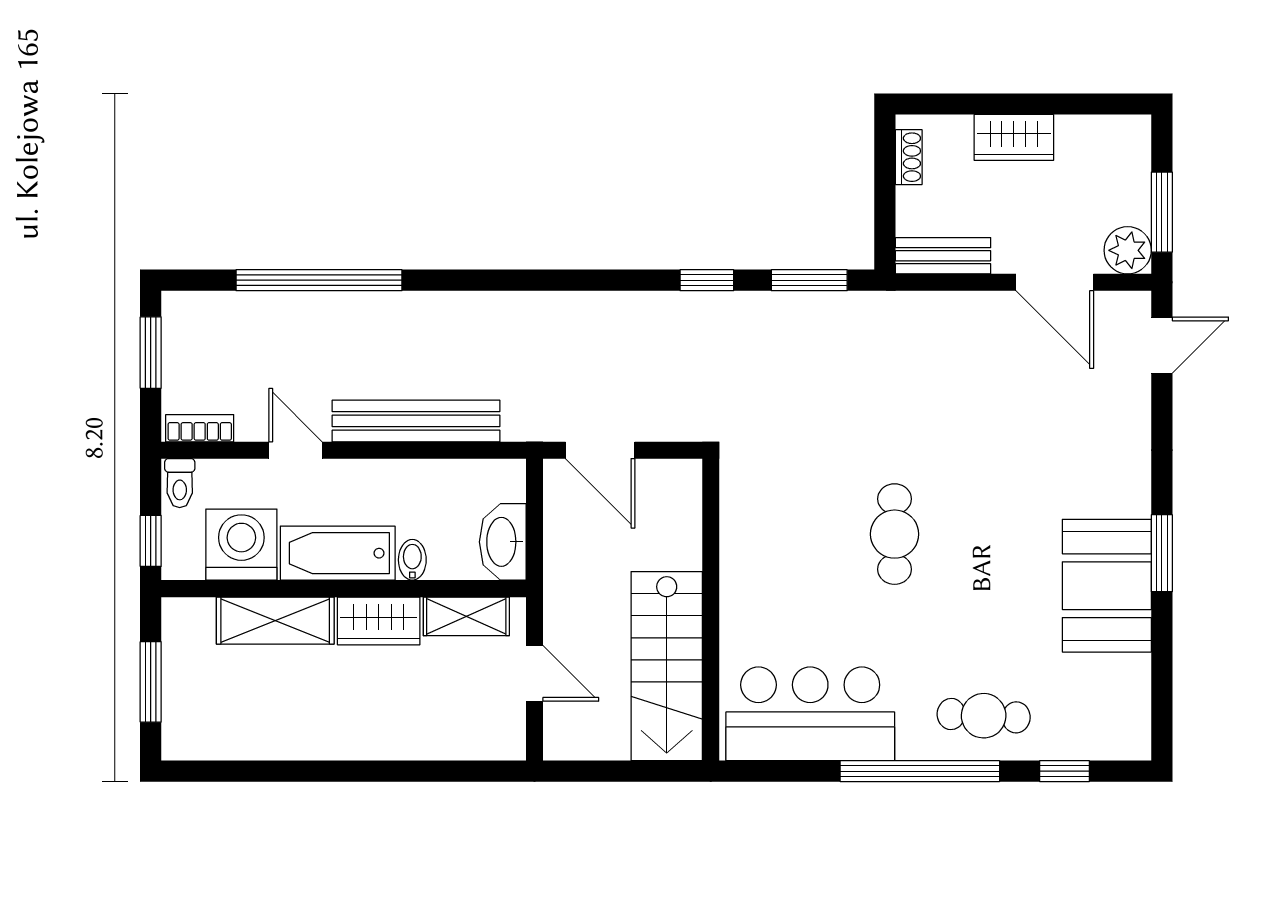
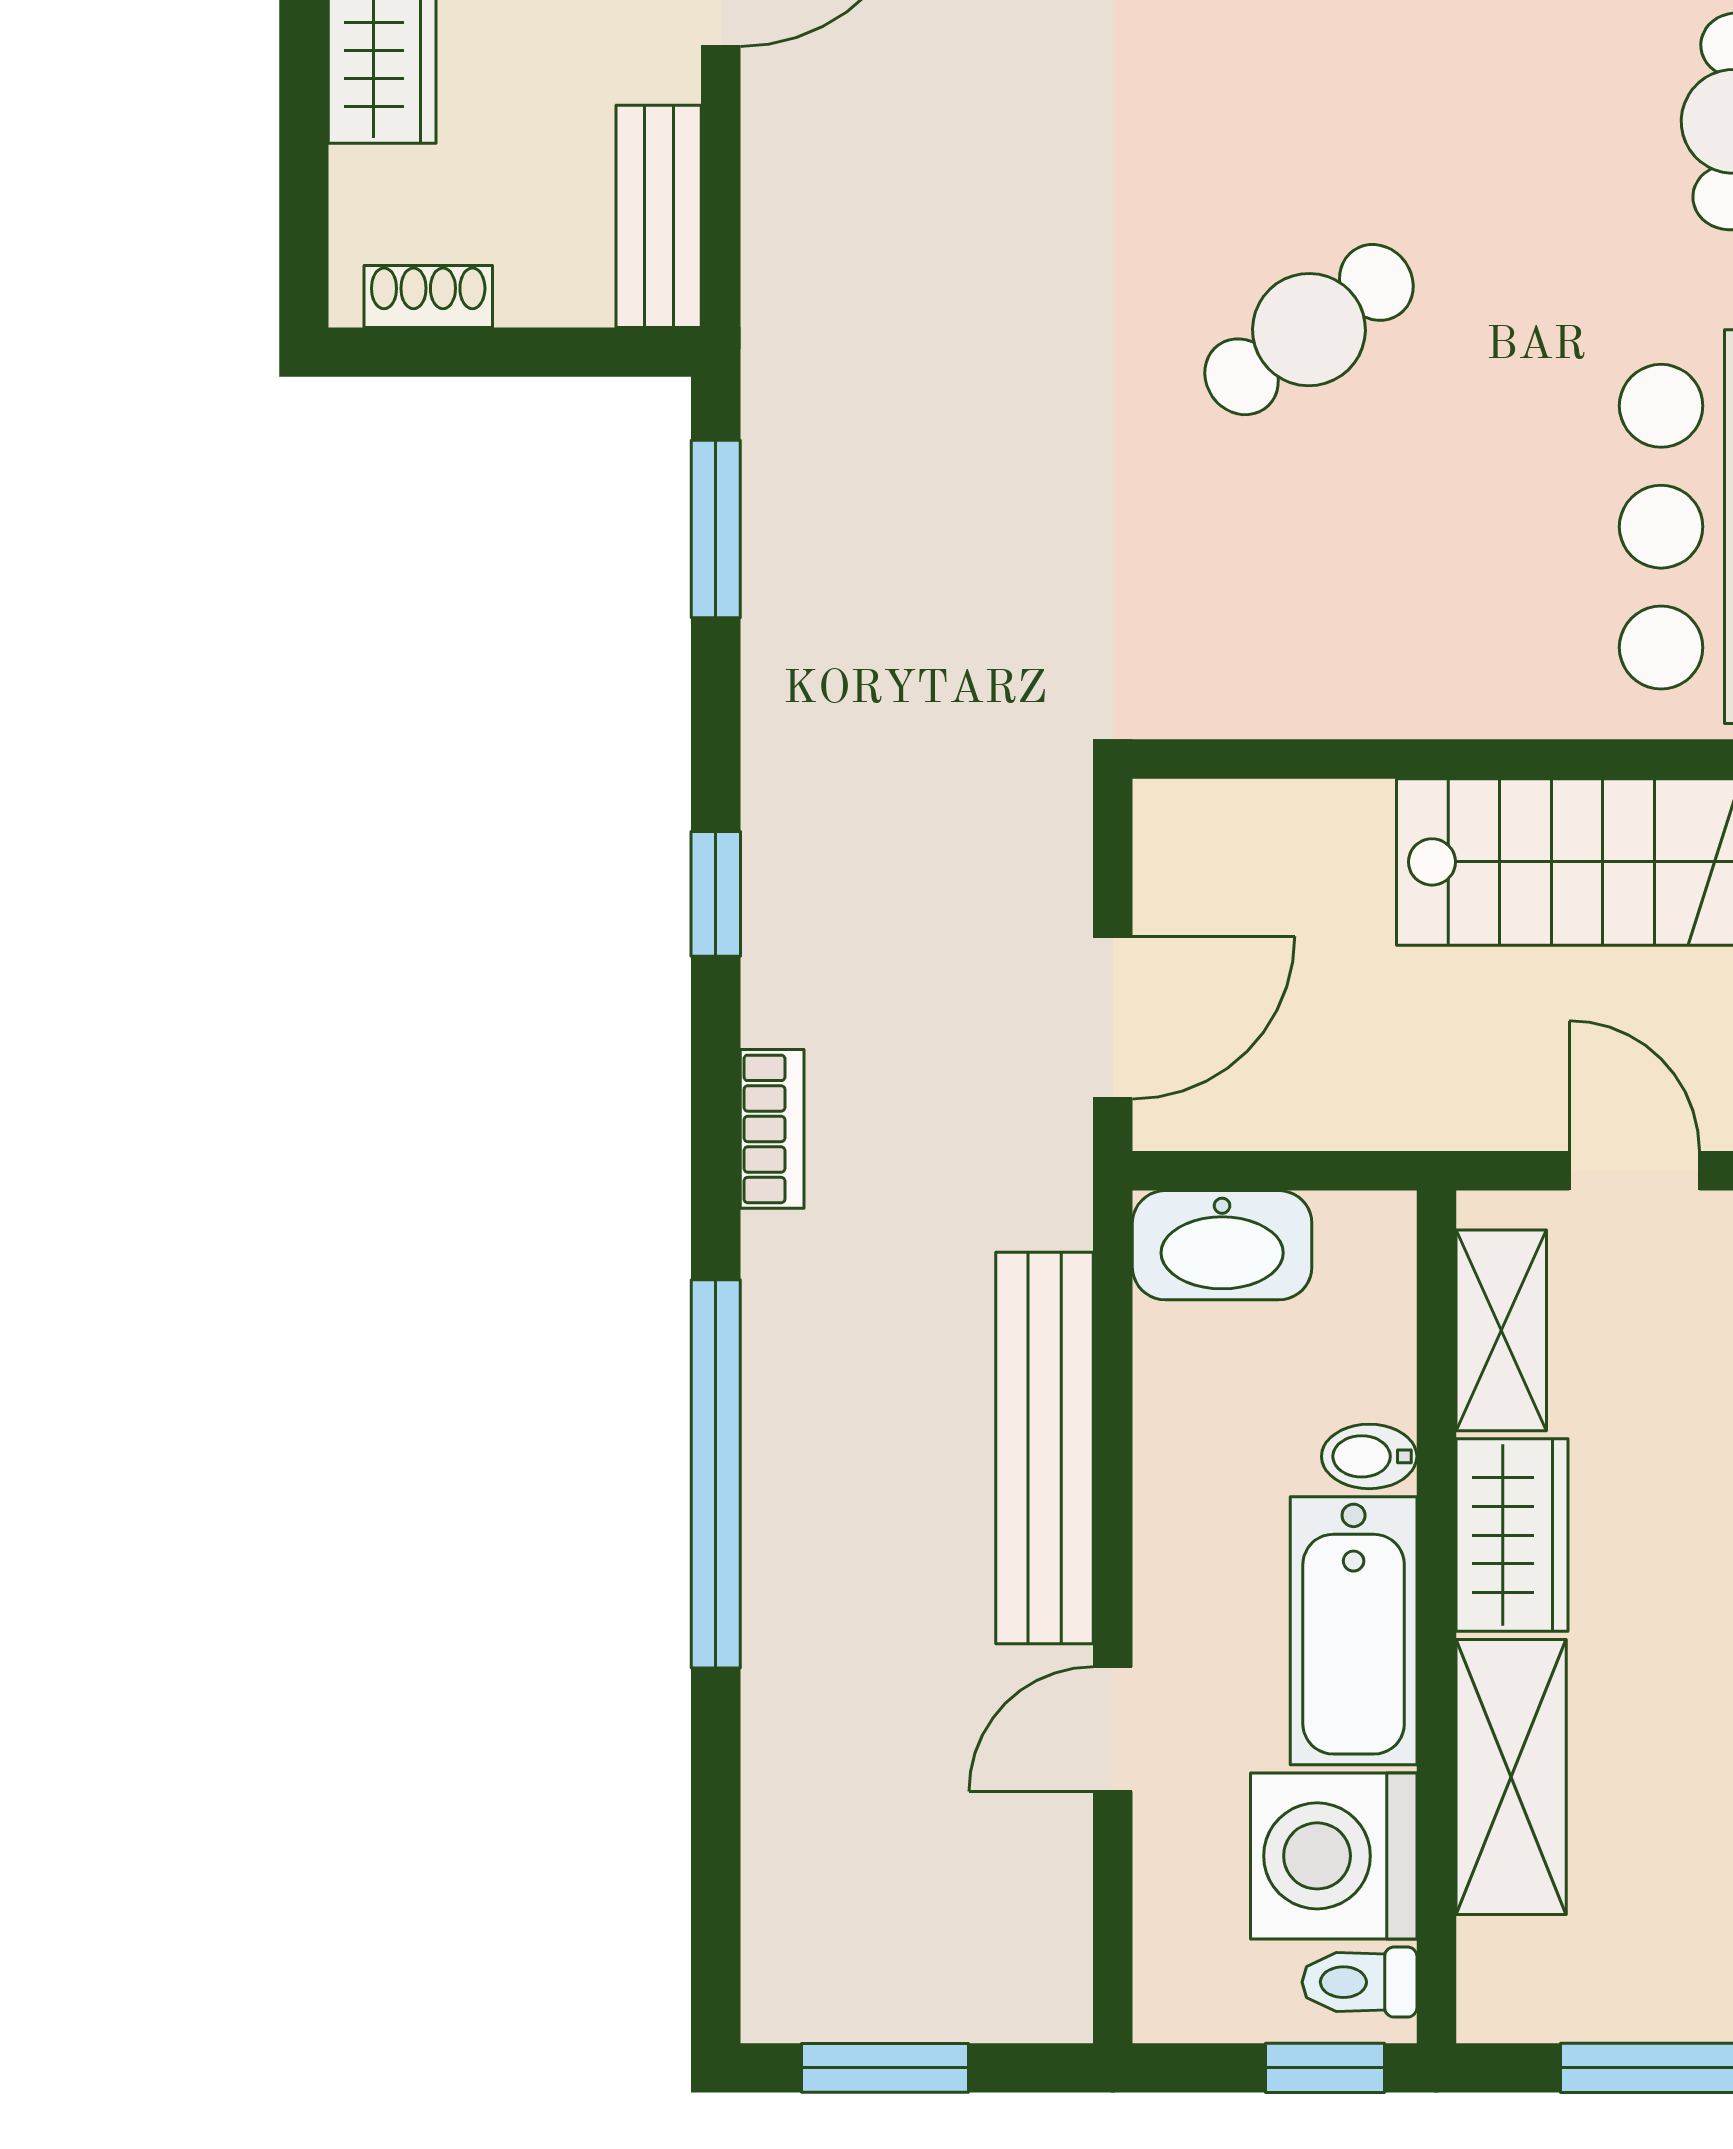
window: (319, 280) -> (716, 1474), moved
window: (707, 280) -> (716, 894), moved
bookcase: (200, 428) -> (772, 1129), moved, turned 180
toilet: (180, 483) -> (1359, 1982), moved, turned 180
cafe table: (895, 534) -> (1309, 330), turned -35
washbasin: (503, 542) -> (1222, 1245), moved
door: (535, 673) -> (1634, 1171), hinge flipped

